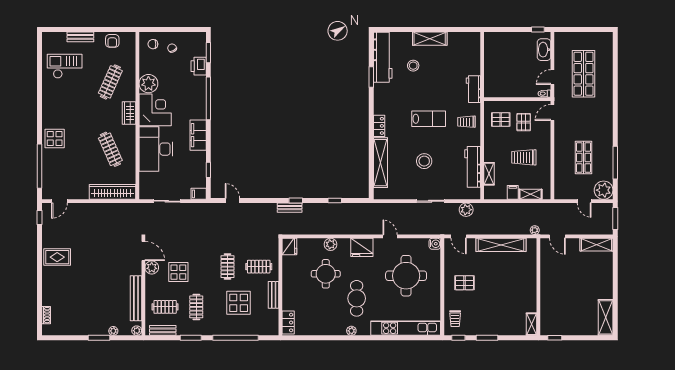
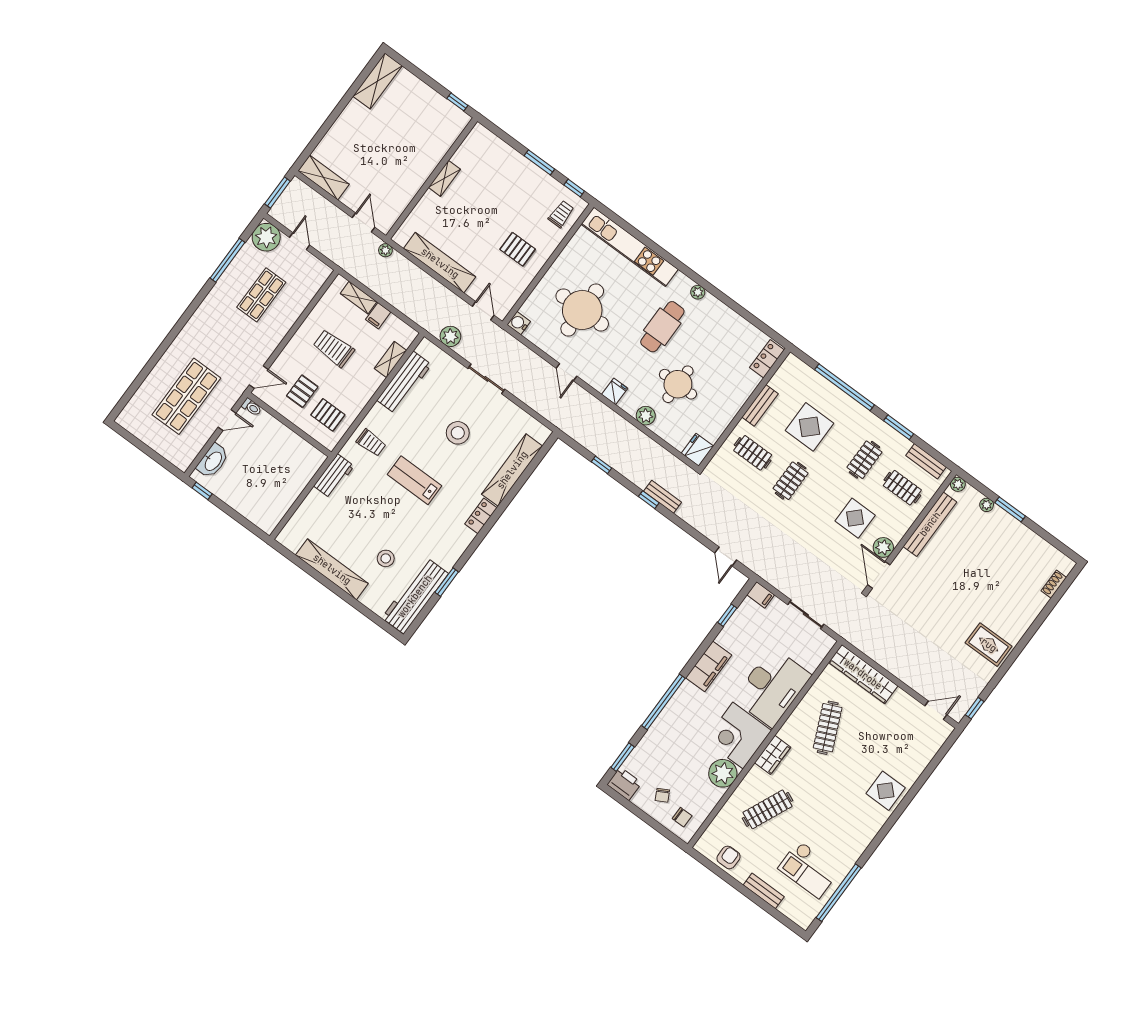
shelving: (430, 39) -> (332, 569), width x1.47
printer: (199, 66) -> (624, 784), moved, turned -90
trolley: (524, 157) -> (334, 348), turned 180
window: (40, 166) -> (839, 893), moved
fridge: (362, 247) -> (615, 391), width x0.53, depth x0.75
shelving: (532, 324) -> (444, 178), moved

